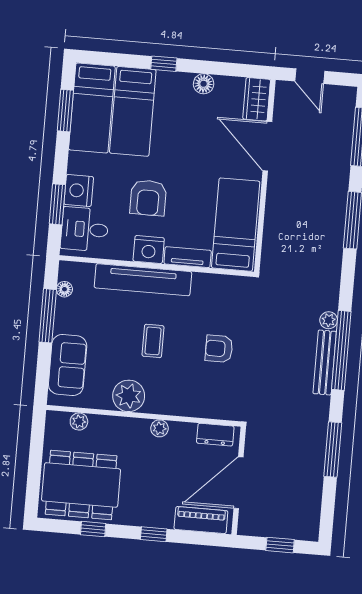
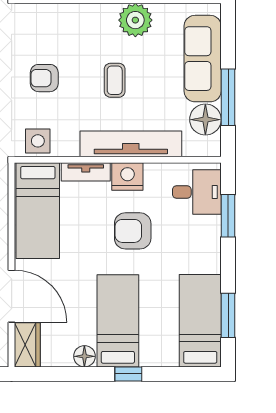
bed: (133, 111) -> (118, 321), moved
nightstand: (79, 190) -> (207, 232), removed
armchair: (148, 198) -> (133, 231), turned -90
floor lamp: (64, 289) -> (205, 120), width x1.89, depth x1.89
side table: (230, 290) -> (38, 141), added
armchair: (219, 349) -> (44, 78), turned 180
sofa: (68, 365) -> (203, 59), width x1.36

